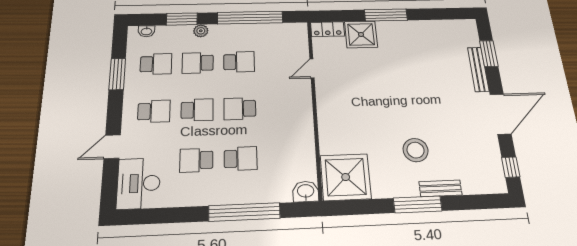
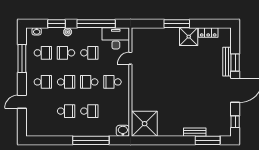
locker: (327, 29) -> (208, 33), moved
shower: (361, 34) -> (189, 37), moved
window: (489, 54) -> (235, 62), moved
window: (117, 74) -> (22, 59), width x1.44
school desk: (282, 107) -> (113, 82), added
stool: (416, 150) -> (184, 110), removed
school desk: (196, 160) -> (66, 111), turned 180
desk: (139, 183) -> (116, 38), moved, turned 90
window: (418, 204) -> (208, 140), moved

